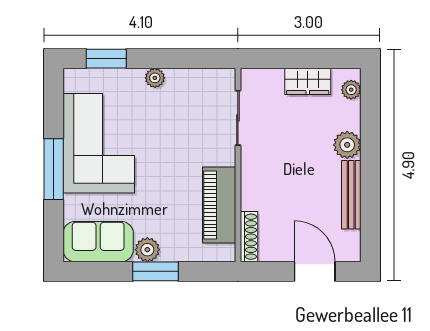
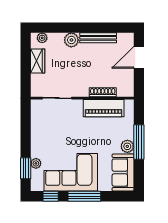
plant: (155, 78) -> (36, 163), moved
window: (54, 106) -> (51, 196), added
shoe rack: (249, 237) -> (103, 92), moved
window: (156, 271) -> (139, 142), width x1.44

